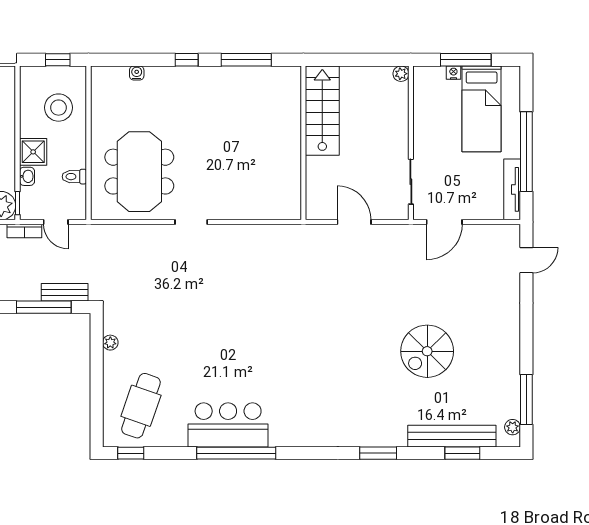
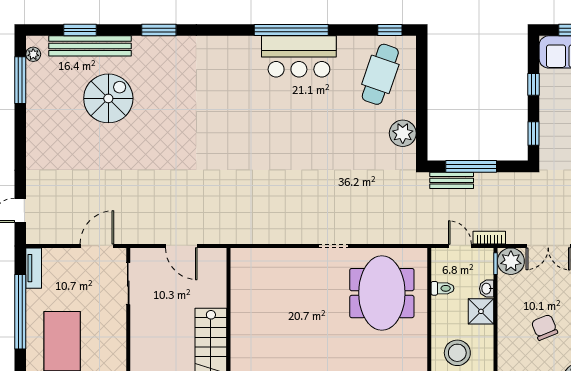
tv unit: (512, 189) -> (34, 268), width x0.71
plant: (110, 343) -> (403, 133), width x1.88, depth x1.88
spiral stairs: (427, 351) -> (108, 98), moved

